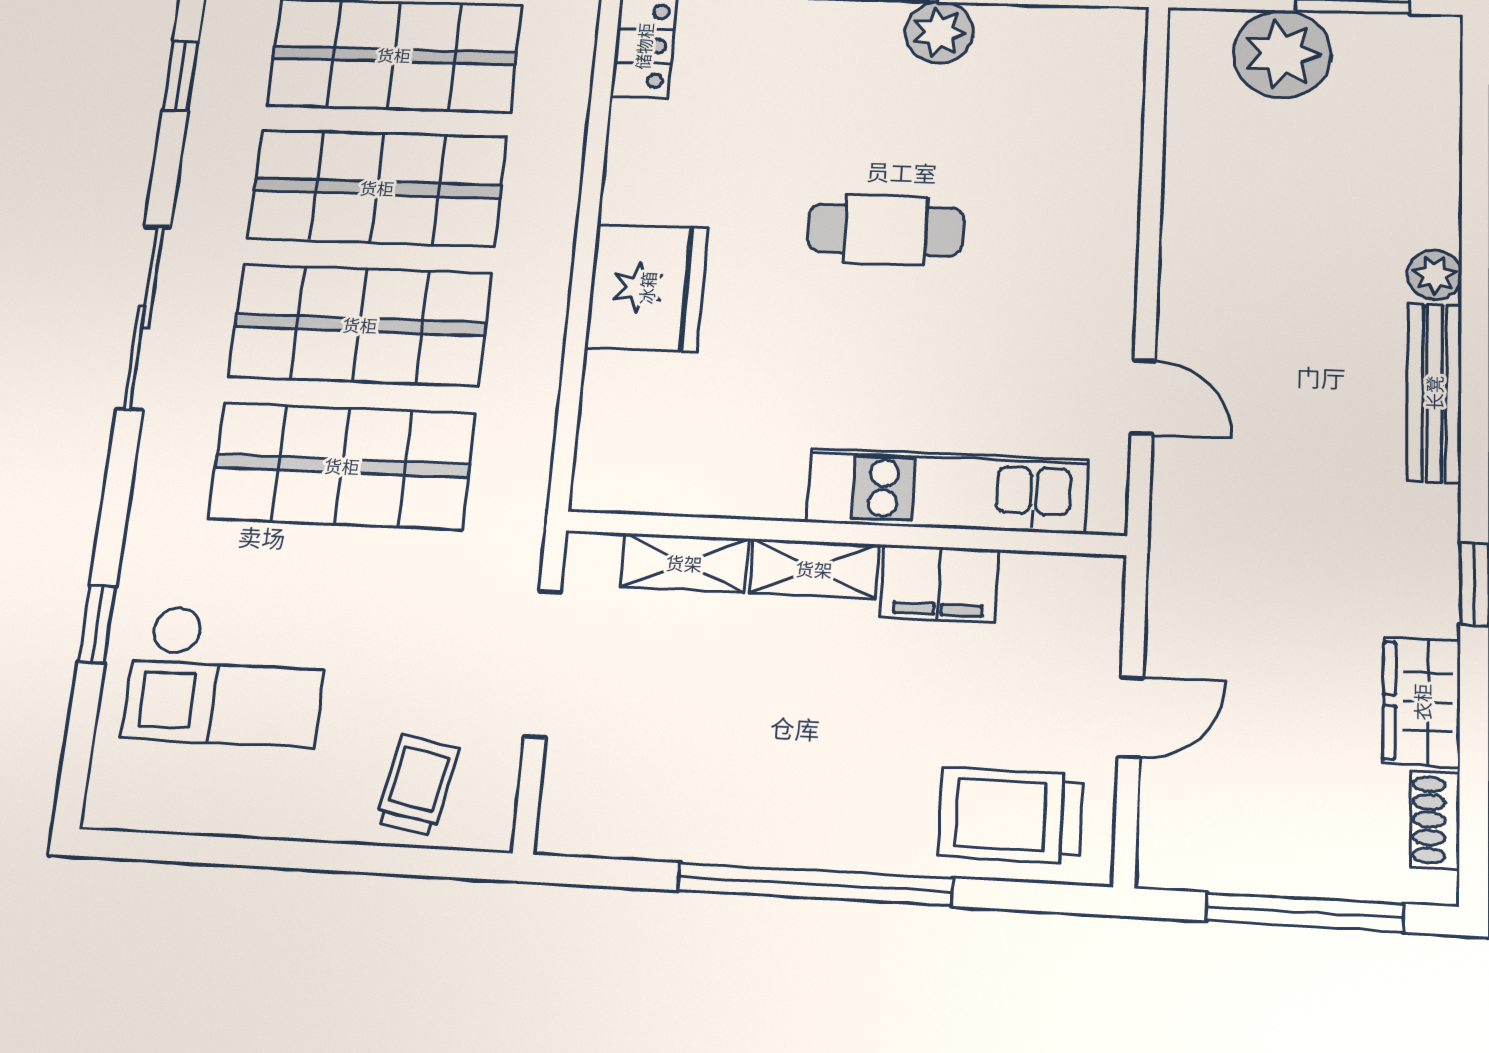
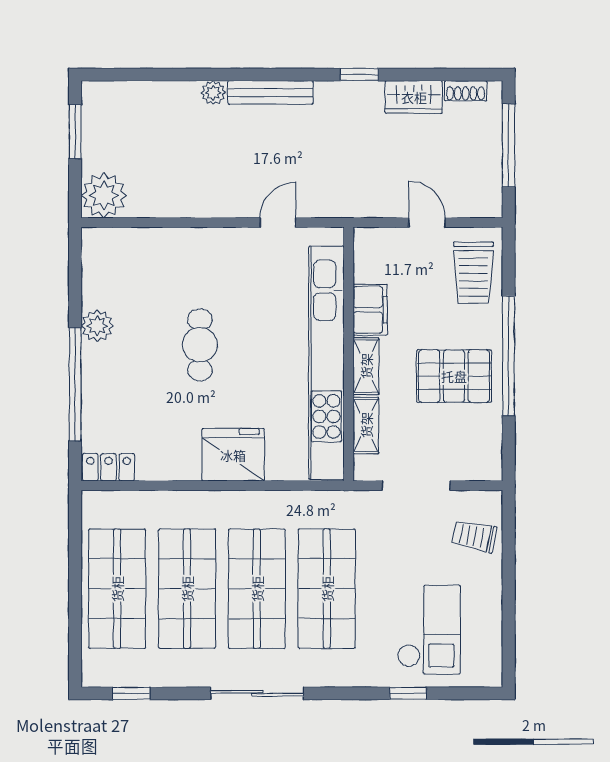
plant: (1282, 54) -> (104, 195), moved
kitchen unit: (947, 491) -> (326, 363), width x1.86
pallet: (778, 759) -> (454, 376), added

